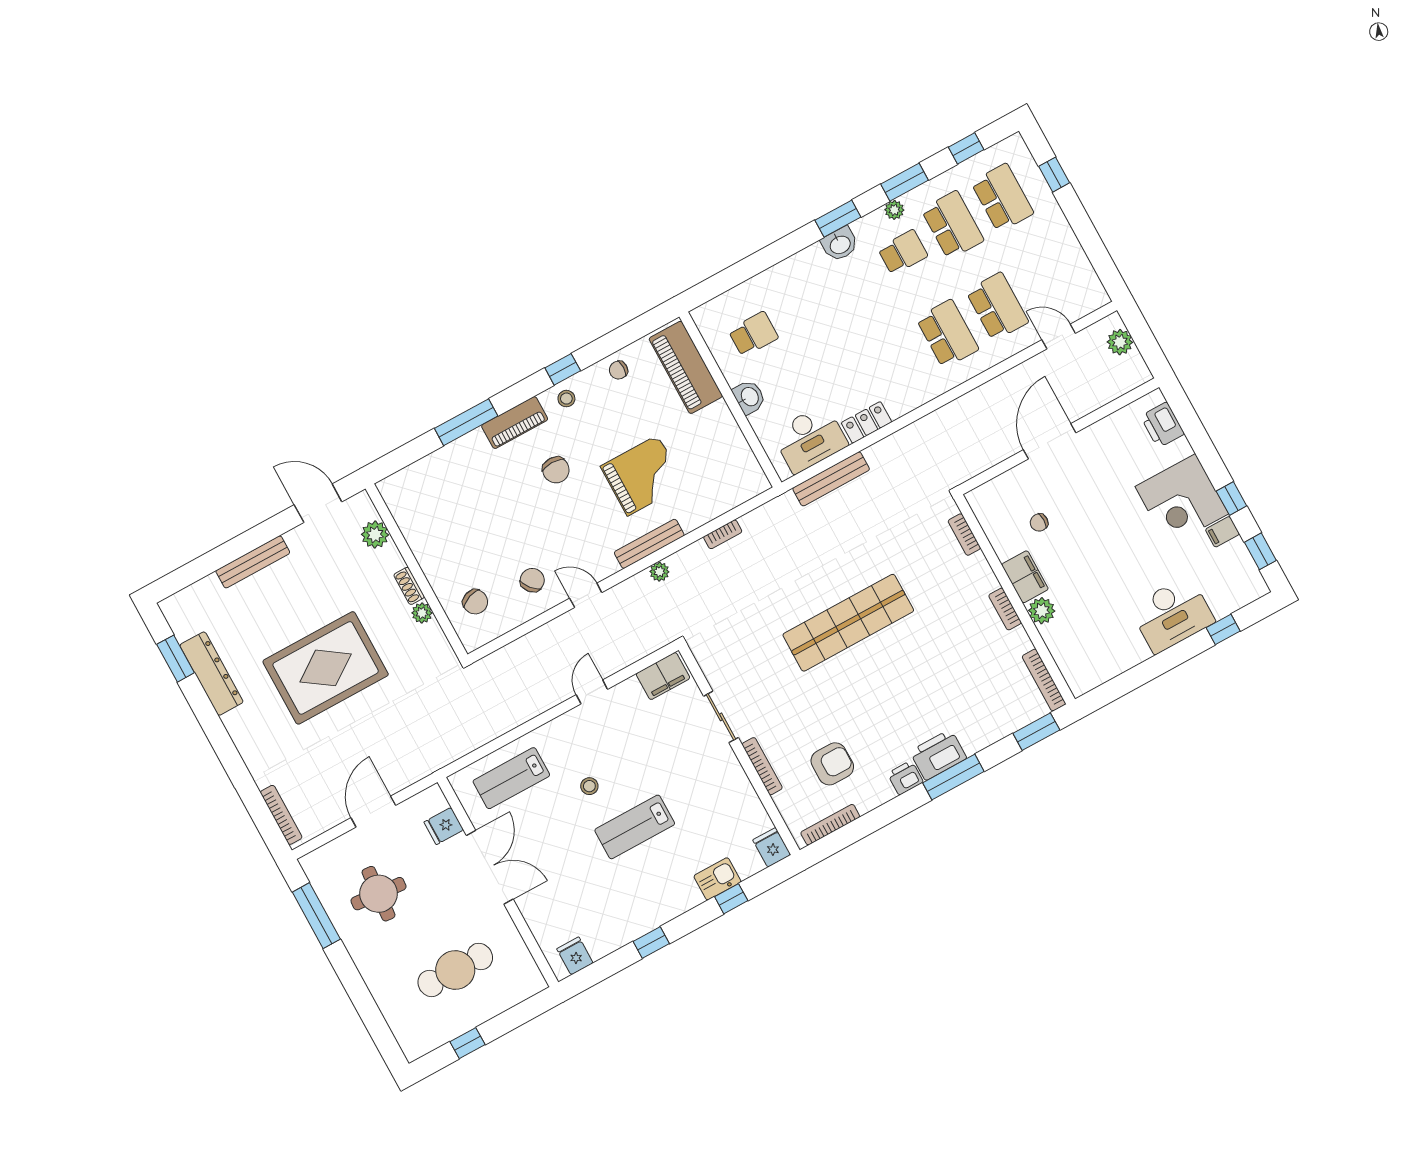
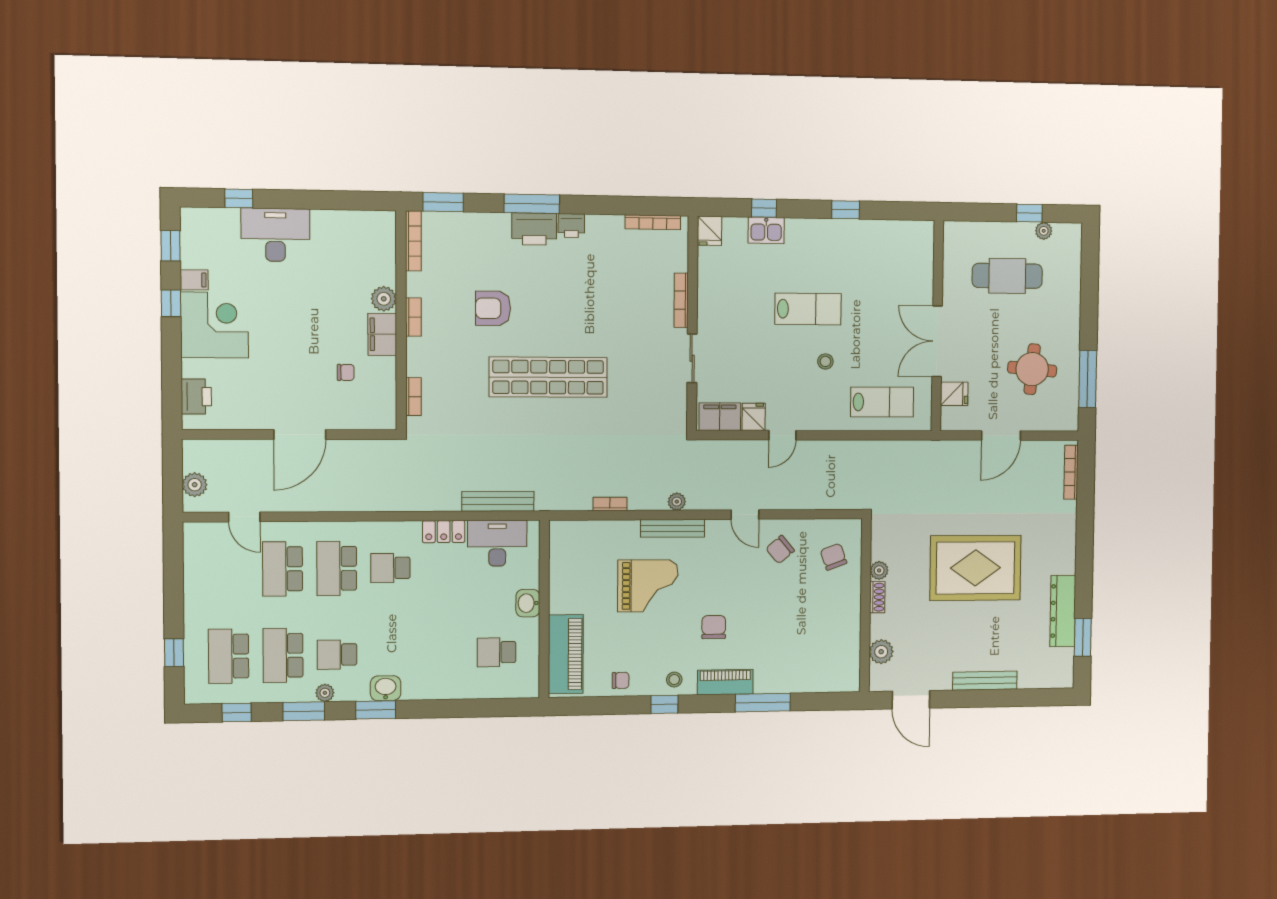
school desk: (898, 361) -> (390, 568), added
grand piano: (643, 475) -> (648, 586), turned 180
armchair: (832, 764) -> (493, 308), moved
fridge: (575, 956) -> (754, 417), moved, turned 180
plant: (443, 1034) -> (1044, 231), added

